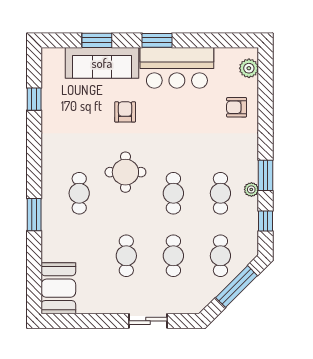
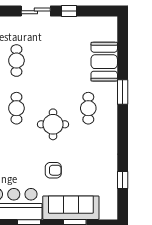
armchair: (125, 112) -> (53, 170), turned -90
cafe table: (126, 256) -> (52, 61), removed
booth: (58, 288) -> (104, 62), moved
window: (104, 321) -> (69, 11), added

